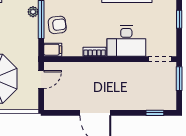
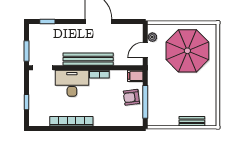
plant: (33, 12) -> (152, 37), moved
bench: (107, 69) -> (88, 59), added

